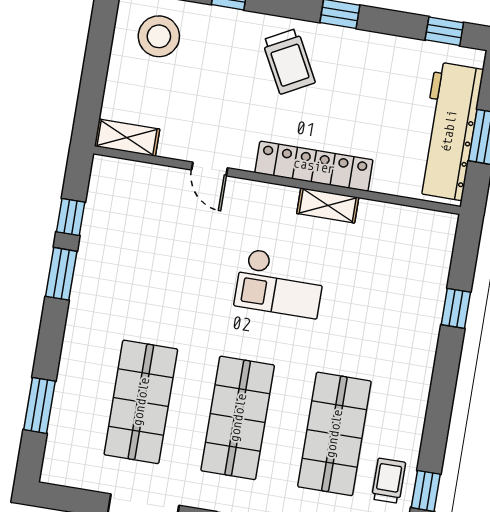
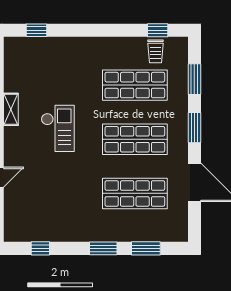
window: (61, 274) -> (103, 248), moved
window: (456, 308) -> (36, 30), moved
trolley: (389, 481) -> (155, 51), turned -90

